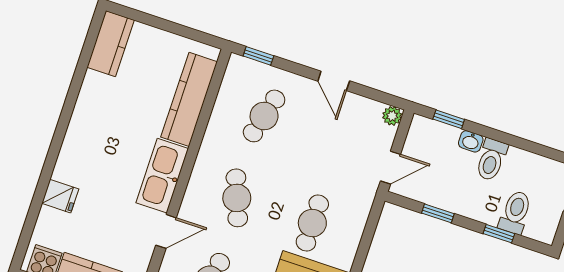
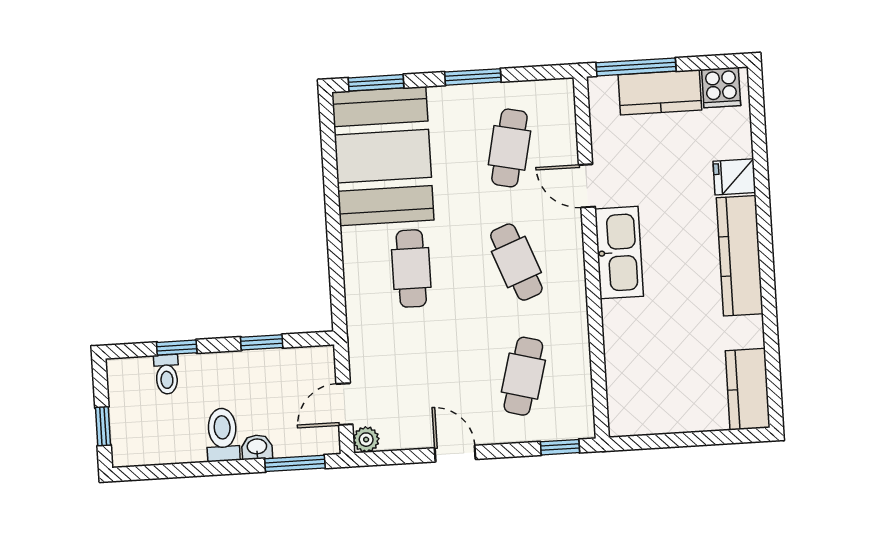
kitchen counter: (189, 99) -> (740, 256), moved, turned 180
window: (449, 119) -> (295, 463), width x1.50
door: (390, 168) -> (344, 404), moved
toilet: (515, 212) -> (167, 374), width x0.73, depth x0.72
door: (166, 231) -> (587, 186), hinge flipped

